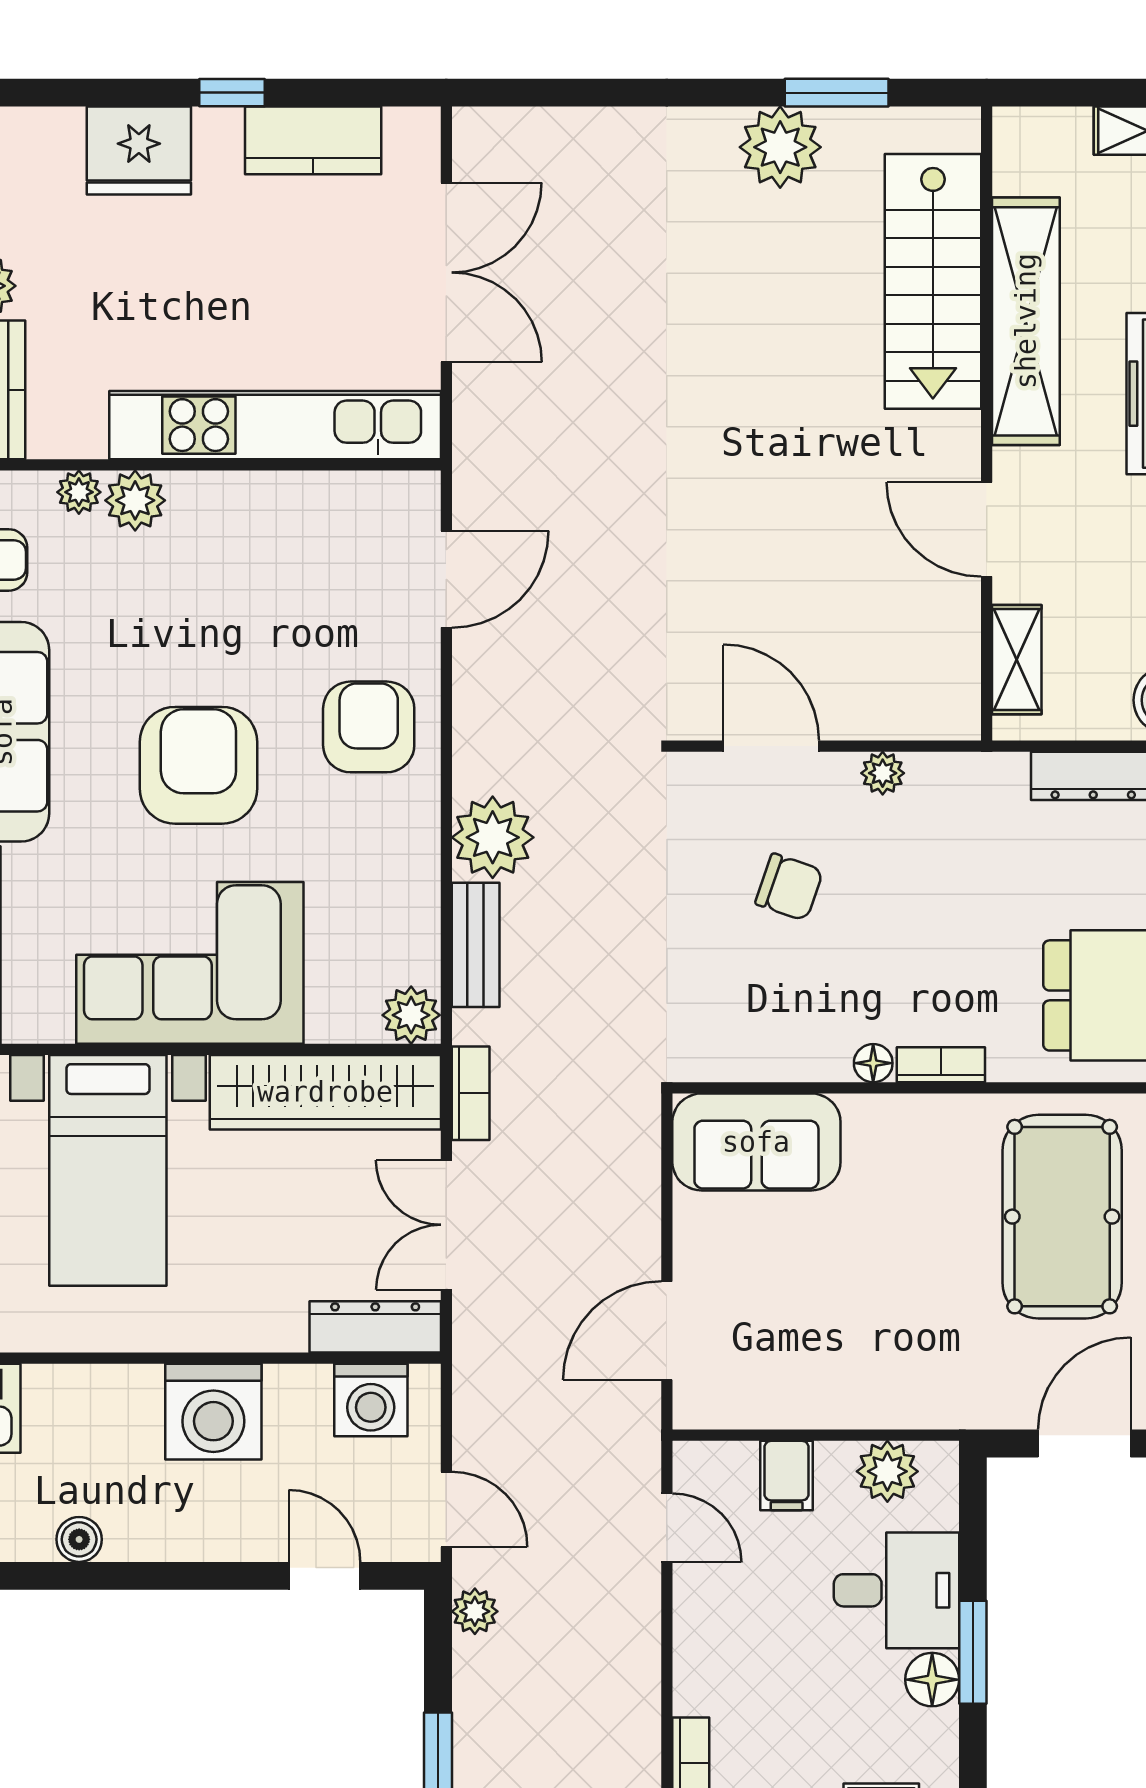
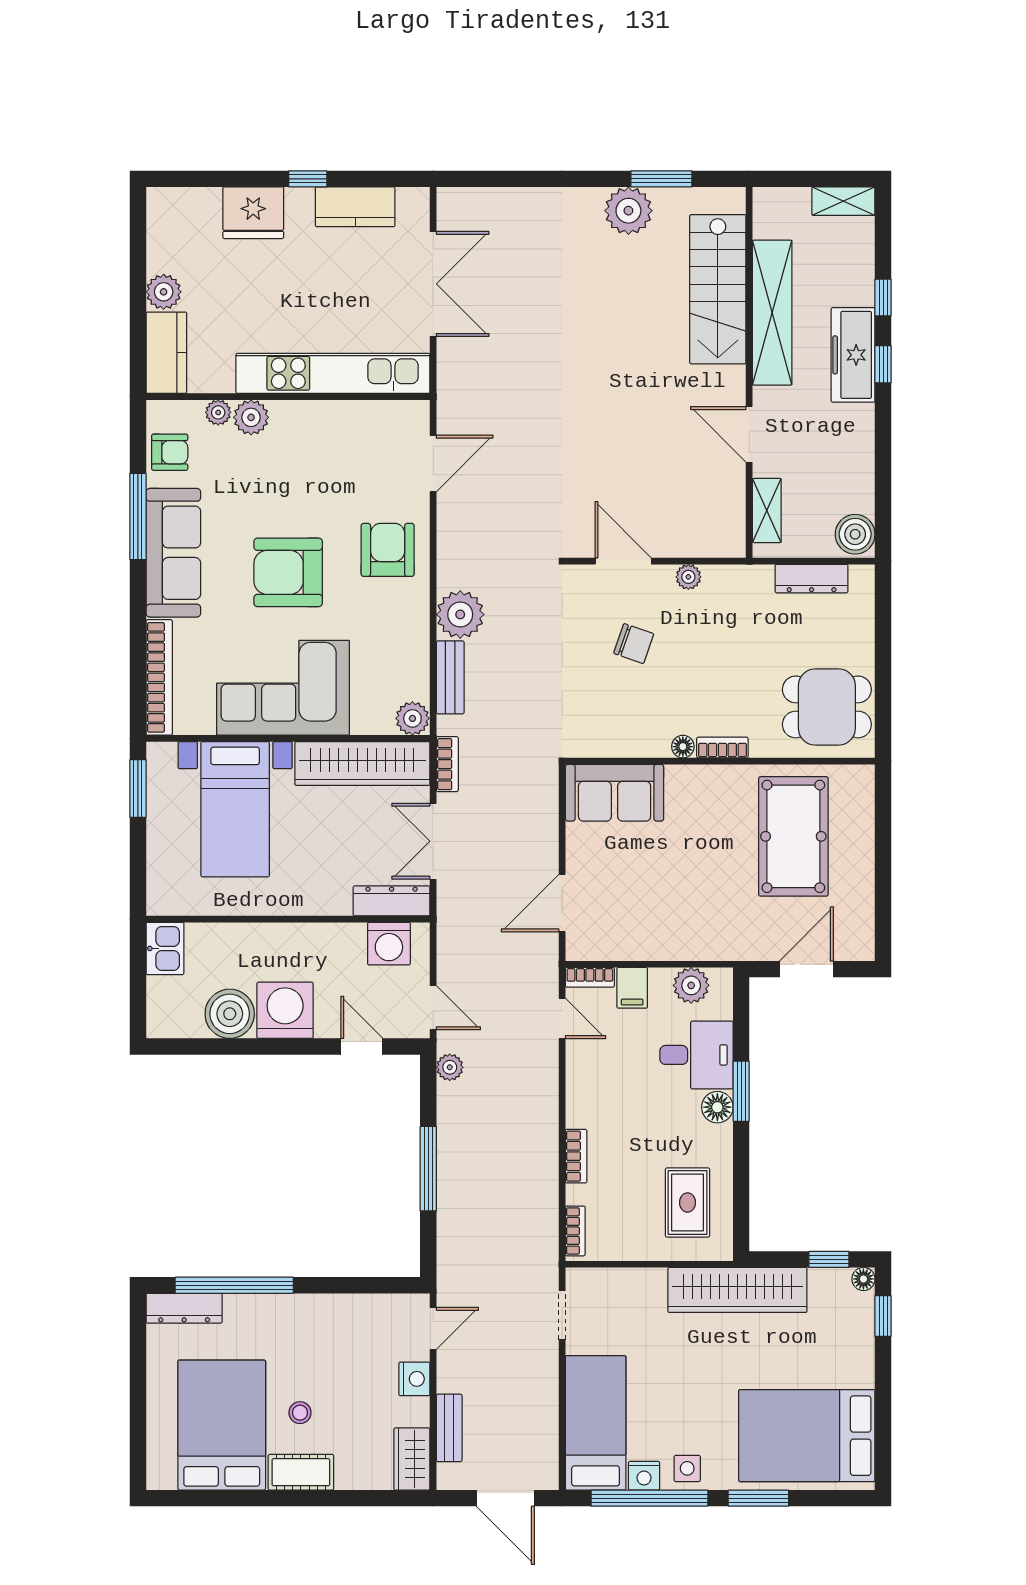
armchair: (198, 765) -> (288, 572), turned -90
washing machine: (213, 1412) -> (285, 1010), moved, turned 180
bookcase: (714, 1457) -> (590, 977), added
boiler: (79, 1539) -> (230, 1014), width x1.86, depth x1.86

